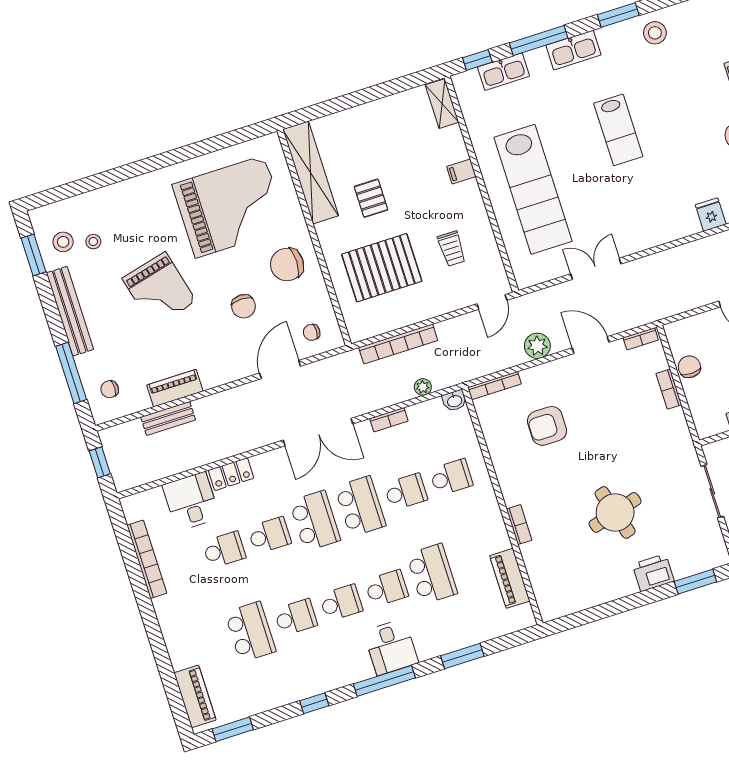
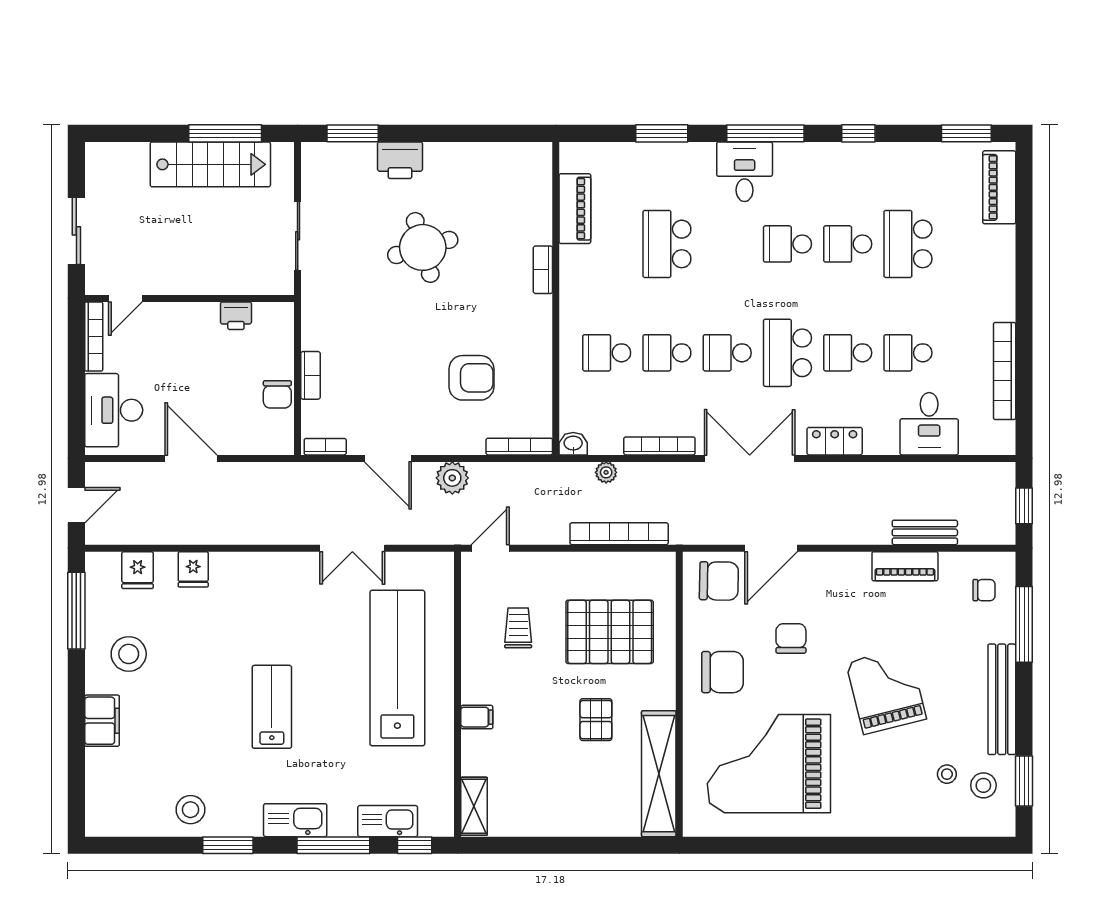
chair: (312, 332) -> (719, 581), width x1.87, depth x1.87
bookcase: (389, 420) -> (659, 446), width x1.56
locker: (231, 474) -> (835, 441), moved
school desk: (360, 506) -> (727, 353), width x0.54
school desk: (386, 588) -> (727, 244), removed

